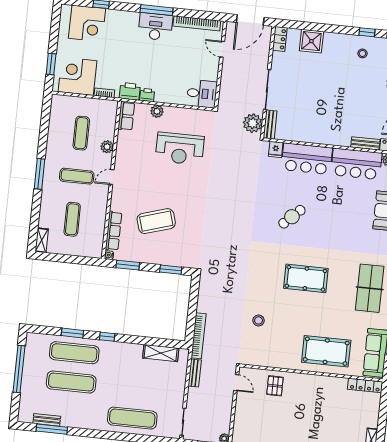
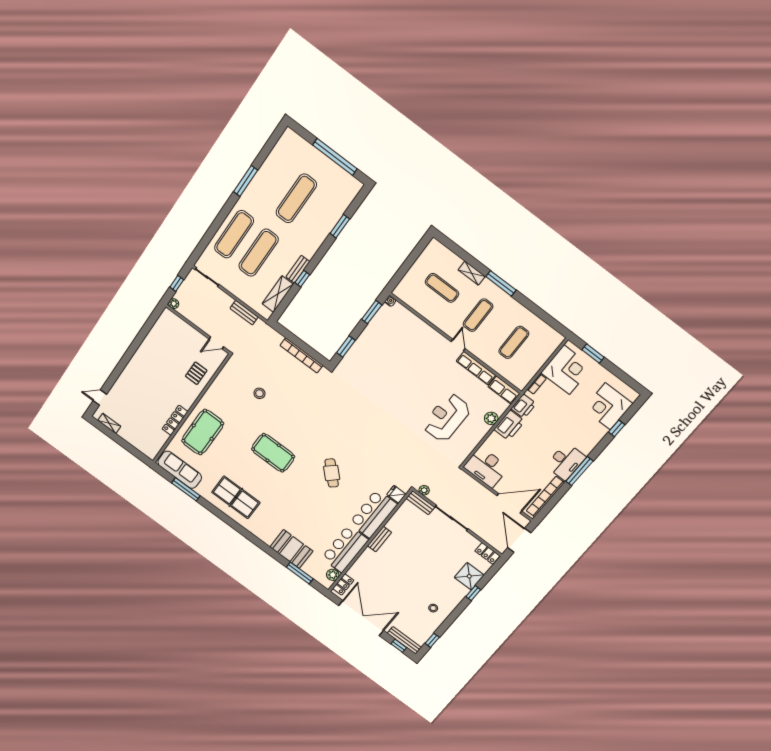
window: (367, 32) -> (473, 593), moved
door: (222, 49) -> (509, 503), width x1.88
desk: (202, 94) -> (486, 467), width x1.37
printer: (147, 95) -> (509, 425), width x1.87, depth x1.48
plant: (253, 123) -> (424, 490), width x0.53, depth x0.53
exercise mat: (81, 133) -> (514, 342), turned 90
bench: (365, 143) -> (379, 539), moved
plant: (107, 147) -> (487, 357), removed
coffee table: (156, 221) -> (396, 360), removed
row of seats: (114, 231) -> (476, 368), moved
shelving: (42, 240) -> (472, 273), moved
pool table: (306, 278) -> (273, 453), turned 90
bookcase: (198, 336) -> (301, 355), moved
window: (107, 337) -> (302, 279), moved
exercise mat: (74, 353) -> (259, 253), moved
locker: (365, 385) -> (175, 420), moved
pallet: (275, 386) -> (196, 373), turned 90
bench: (47, 420) -> (298, 269), moved
window: (52, 429) -> (246, 181), moved

